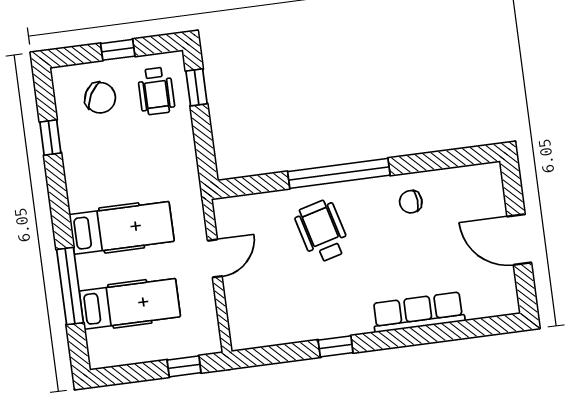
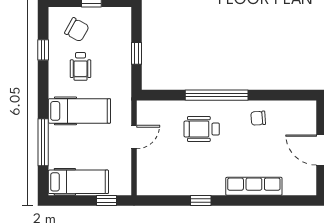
window: (197, 87) -> (137, 53), moved
wheelchair: (156, 91) -> (81, 66), moved
wheelchair: (322, 231) -> (202, 129), turned -75
hospital bed: (130, 304) -> (78, 182), moved

